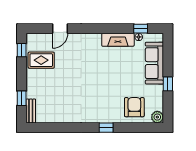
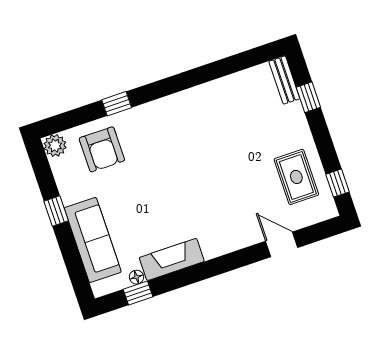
door: (60, 29) -> (282, 244), hinge flipped
rug: (41, 60) -> (296, 177), turned 90
window: (106, 128) -> (117, 104), moved

